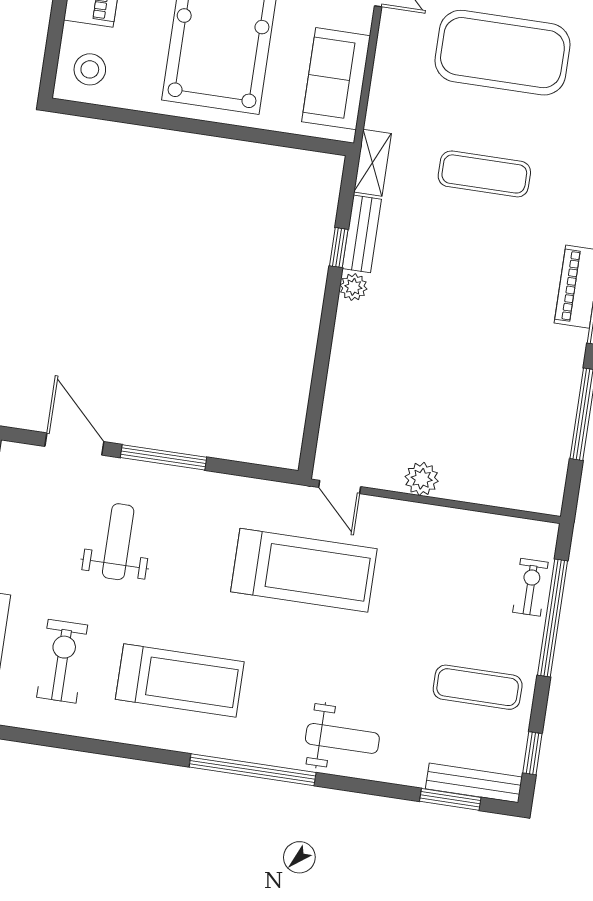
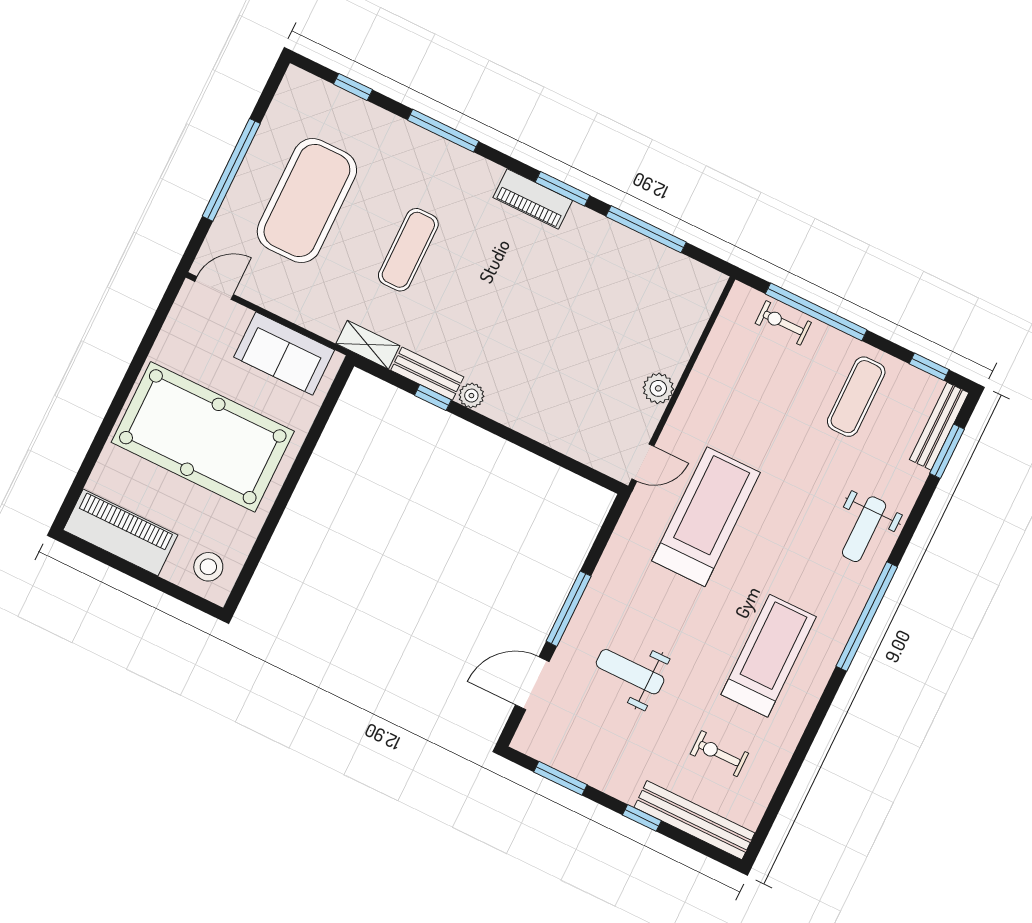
exercise bike: (62, 661) -> (719, 754), width x0.73, depth x0.72
weight bench: (342, 738) -> (864, 529), turned 180

